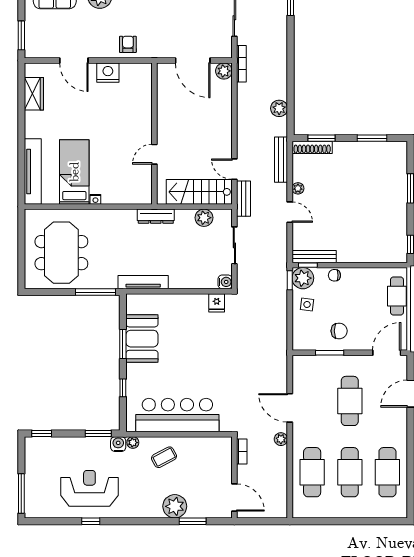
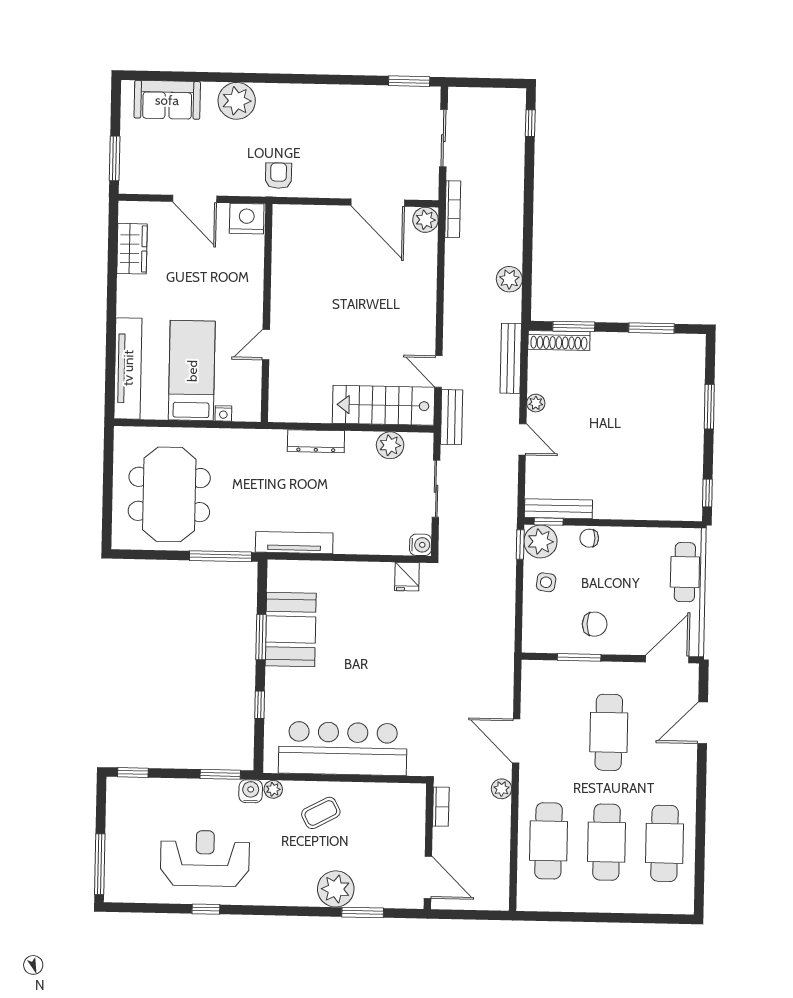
wall: (154, 134) -> (267, 313), moved
door: (154, 154) -> (266, 345), moved

